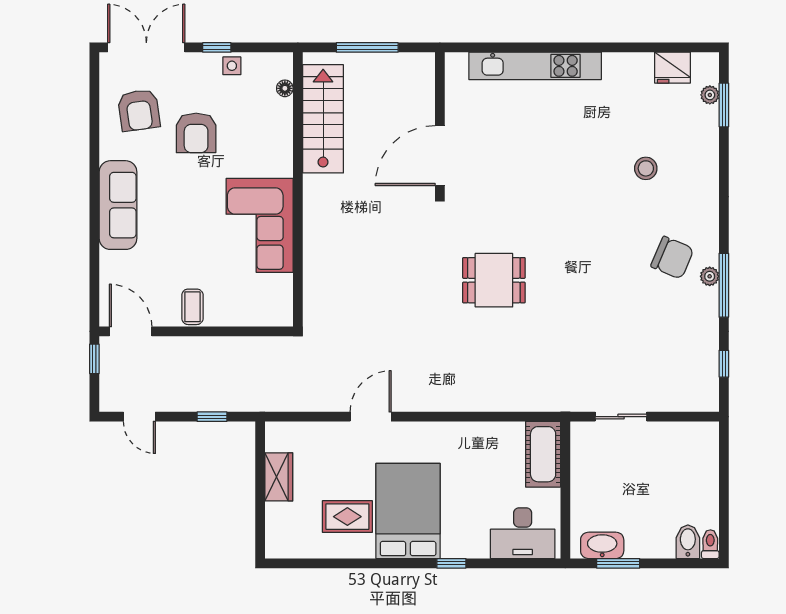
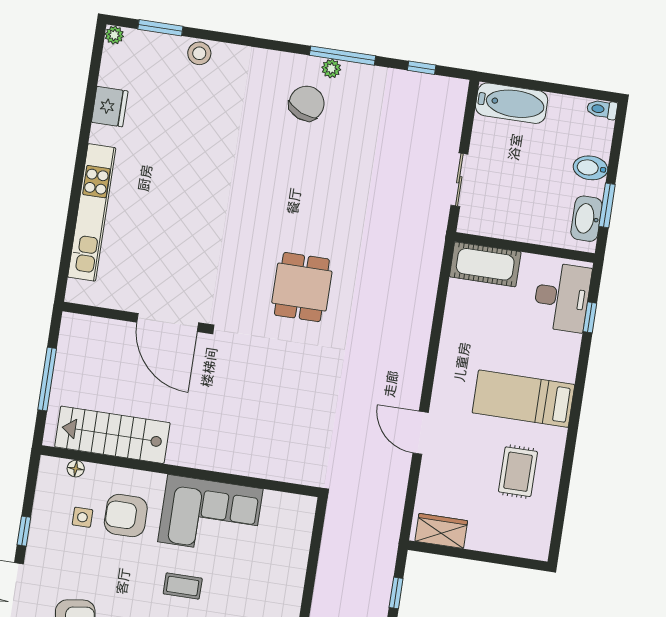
side table: (232, 66) -> (82, 517), moved
fridge: (673, 68) -> (110, 107), moved
plant: (710, 95) -> (114, 35), moved
armchair: (196, 133) -> (126, 516), moved, turned 180
stool: (646, 168) -> (199, 53), moved
coffee table: (192, 307) -> (183, 586), moved
bathtub: (703, 456) -> (512, 103), added
wardrobe: (279, 477) -> (441, 531), moved
bed: (408, 511) -> (523, 399), width x0.67
bidet: (688, 542) -> (590, 168), moved
window: (451, 563) -> (590, 317), moved

